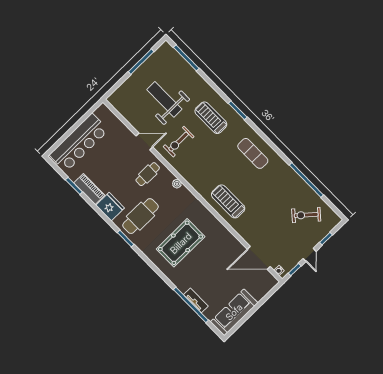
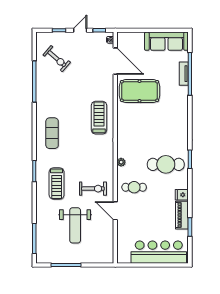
treadmill: (228, 201) -> (99, 118), turned 180
fridge: (110, 207) -> (182, 195), width x0.53, depth x0.75
pool table: (181, 243) -> (140, 91), moved

